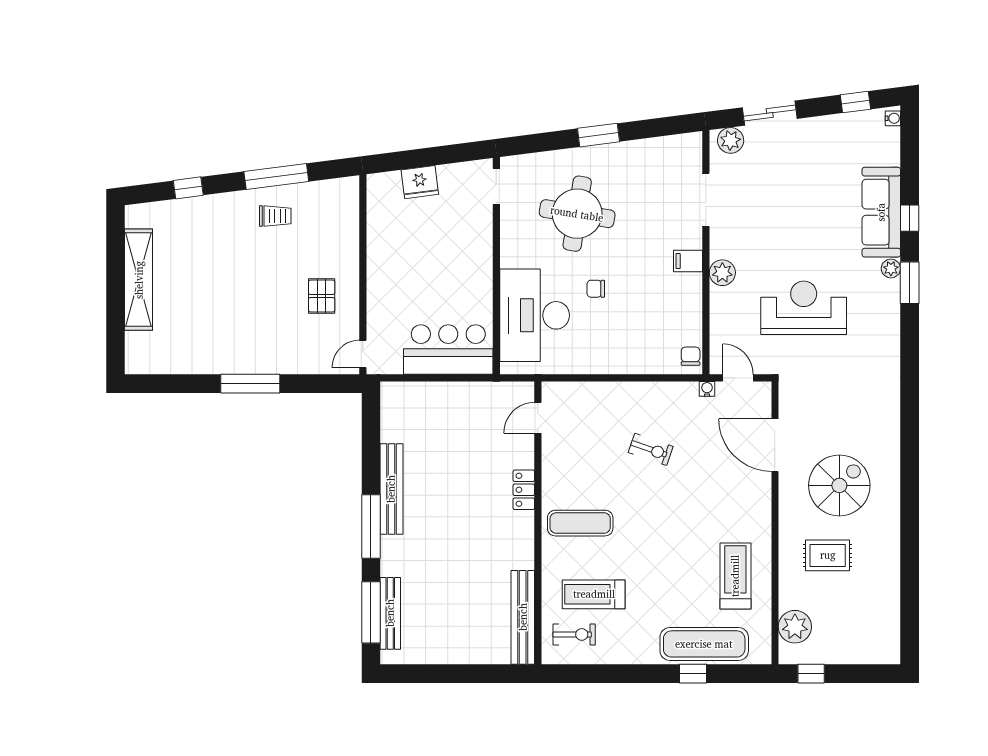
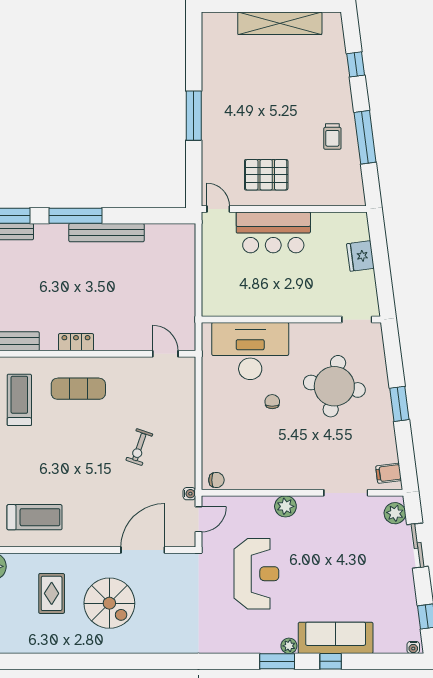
filing cabinet: (688, 261) -> (389, 473), moved, turned -97
pallet: (322, 296) -> (266, 175), width x1.50, depth x1.42
bar counter: (448, 350) -> (273, 232), moved, turned 90
locker: (524, 490) -> (76, 342), moved
exercise mat: (580, 523) -> (78, 389), turned 90

